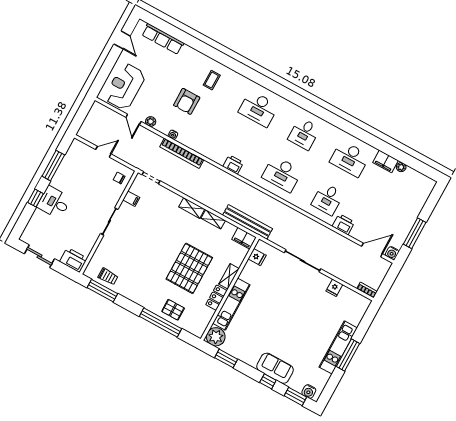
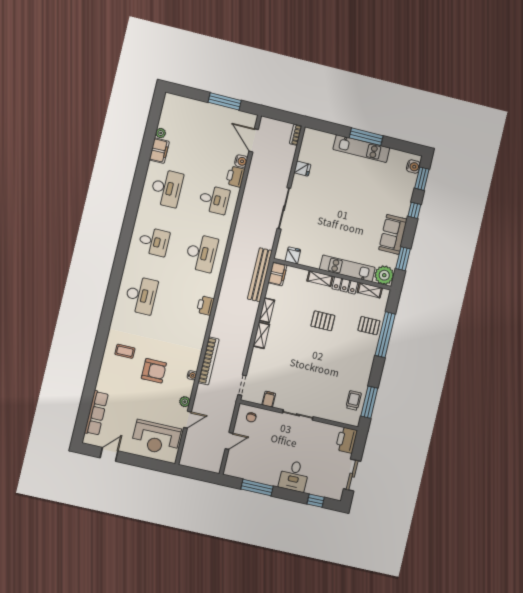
door: (103, 152) -> (229, 441), swing flipped
window: (36, 198) -> (316, 501), moved
water cooler: (392, 253) -> (241, 161), moved
pallet: (189, 268) -> (323, 321), width x0.49, depth x0.50
pallet: (173, 310) -> (369, 326), turned 90
shelving: (206, 319) -> (370, 290), added
sofa: (275, 368) -> (393, 234), moved

